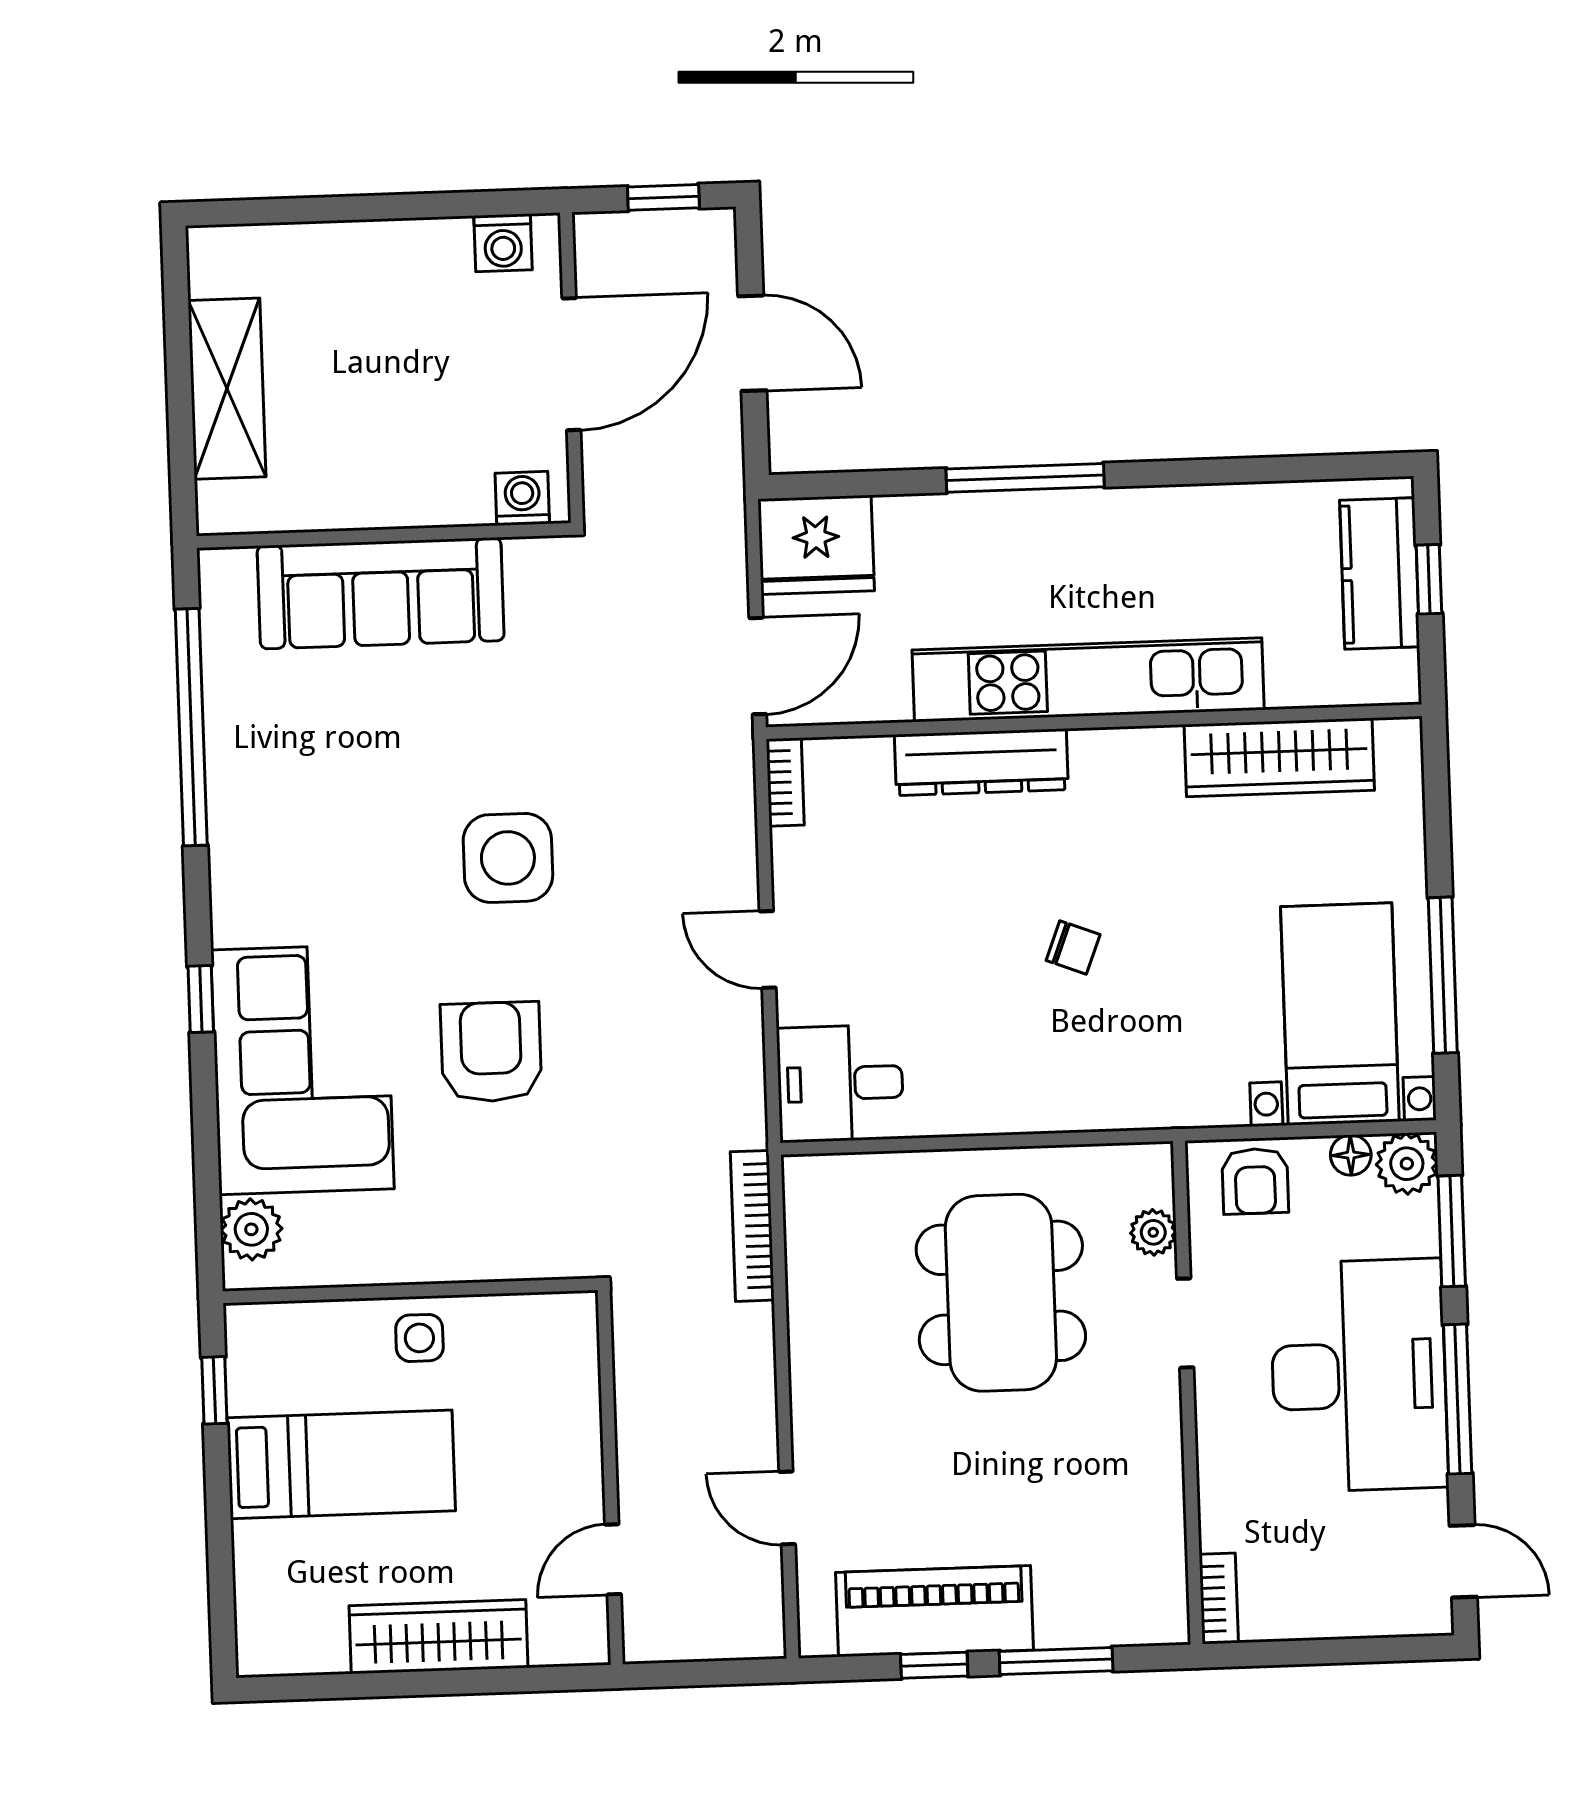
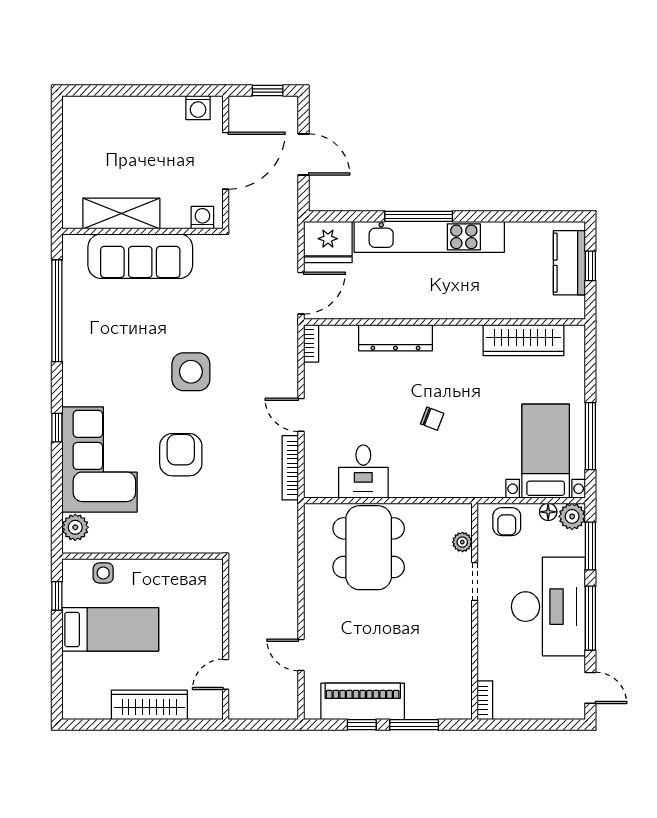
shelving: (227, 389) -> (121, 214), moved, turned 90
kitchen unit: (1088, 680) -> (429, 237), moved, turned 180
desk: (840, 1083) -> (363, 472), moved, turned -90
bookcase: (752, 1226) -> (290, 468), moved
dining table: (1001, 1293) -> (369, 548), moved
side table: (419, 1338) -> (103, 573), moved

